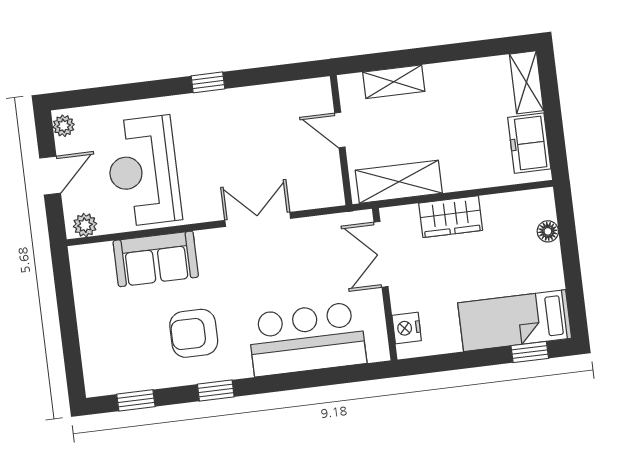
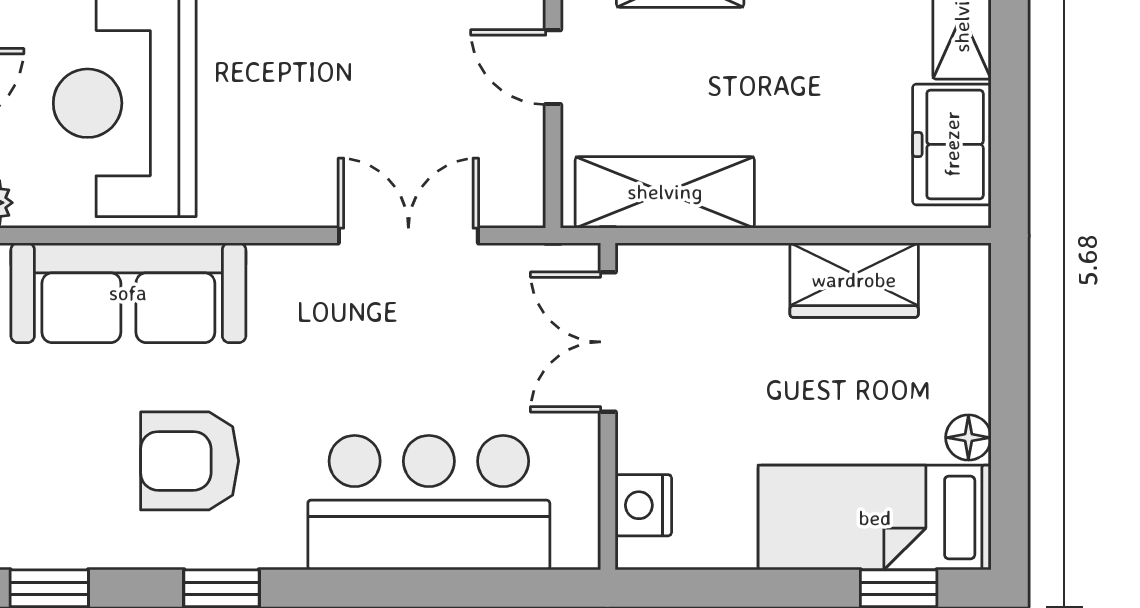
wardrobe: (451, 217) -> (854, 280), moved
double door: (258, 219) -> (408, 236), moved
floor lamp: (548, 231) -> (968, 438), moved
sofa: (156, 259) -> (128, 293), width x1.36

